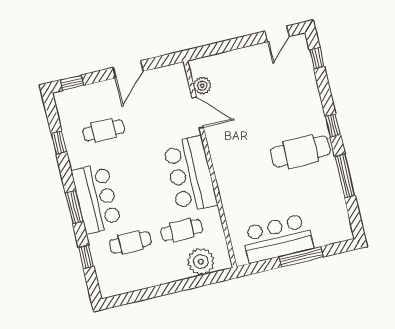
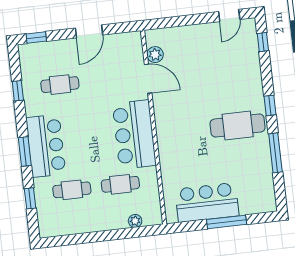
plant: (201, 262) -> (135, 221), width x0.53, depth x0.53

